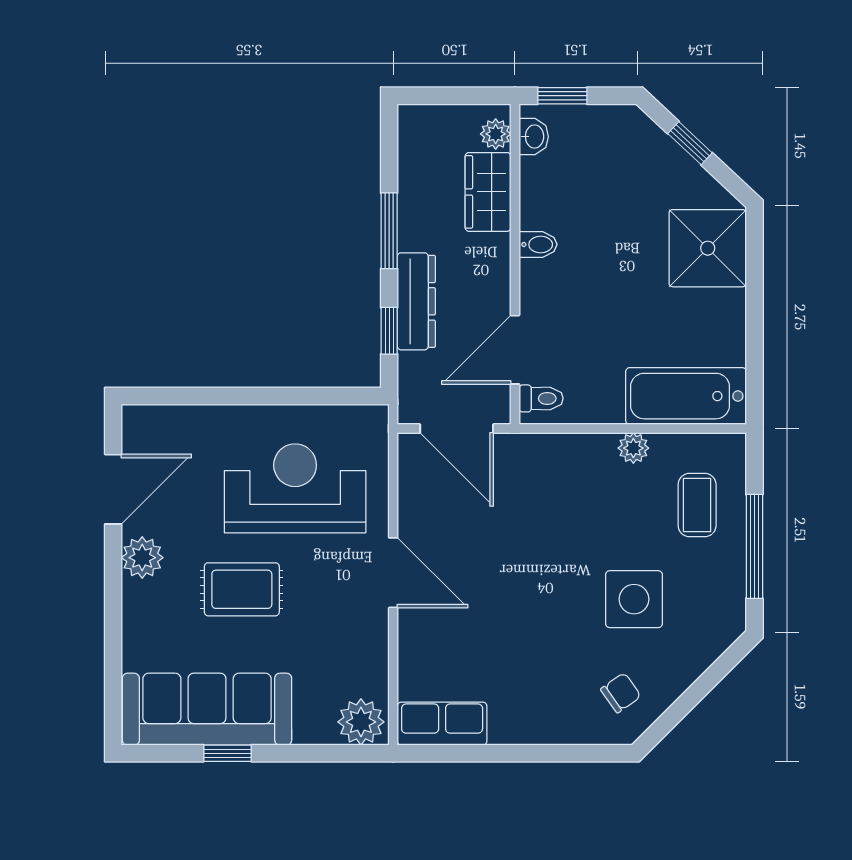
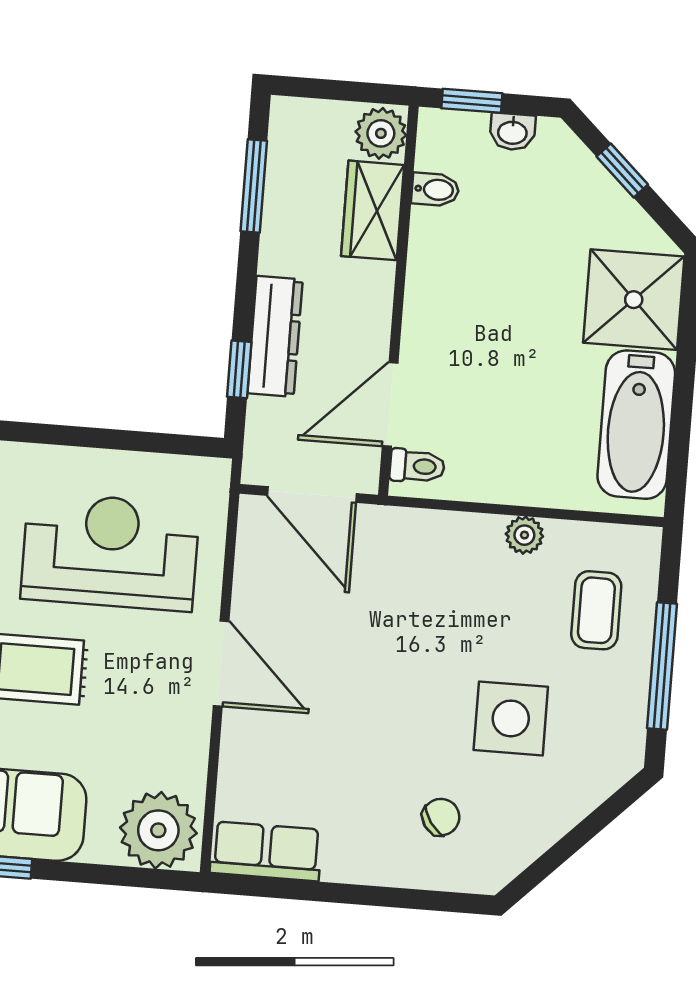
plant: (496, 134) -> (381, 133), width x1.38, depth x1.38
washbasin: (534, 137) -> (512, 132), moved, turned 90
window: (389, 231) -> (254, 186), moved
bidet: (538, 244) -> (435, 190), moved
bathtub: (686, 396) -> (636, 425), moved, turned -90
chair: (621, 693) -> (441, 817), moved
plant: (361, 722) -> (158, 830), width x1.36, depth x1.36

